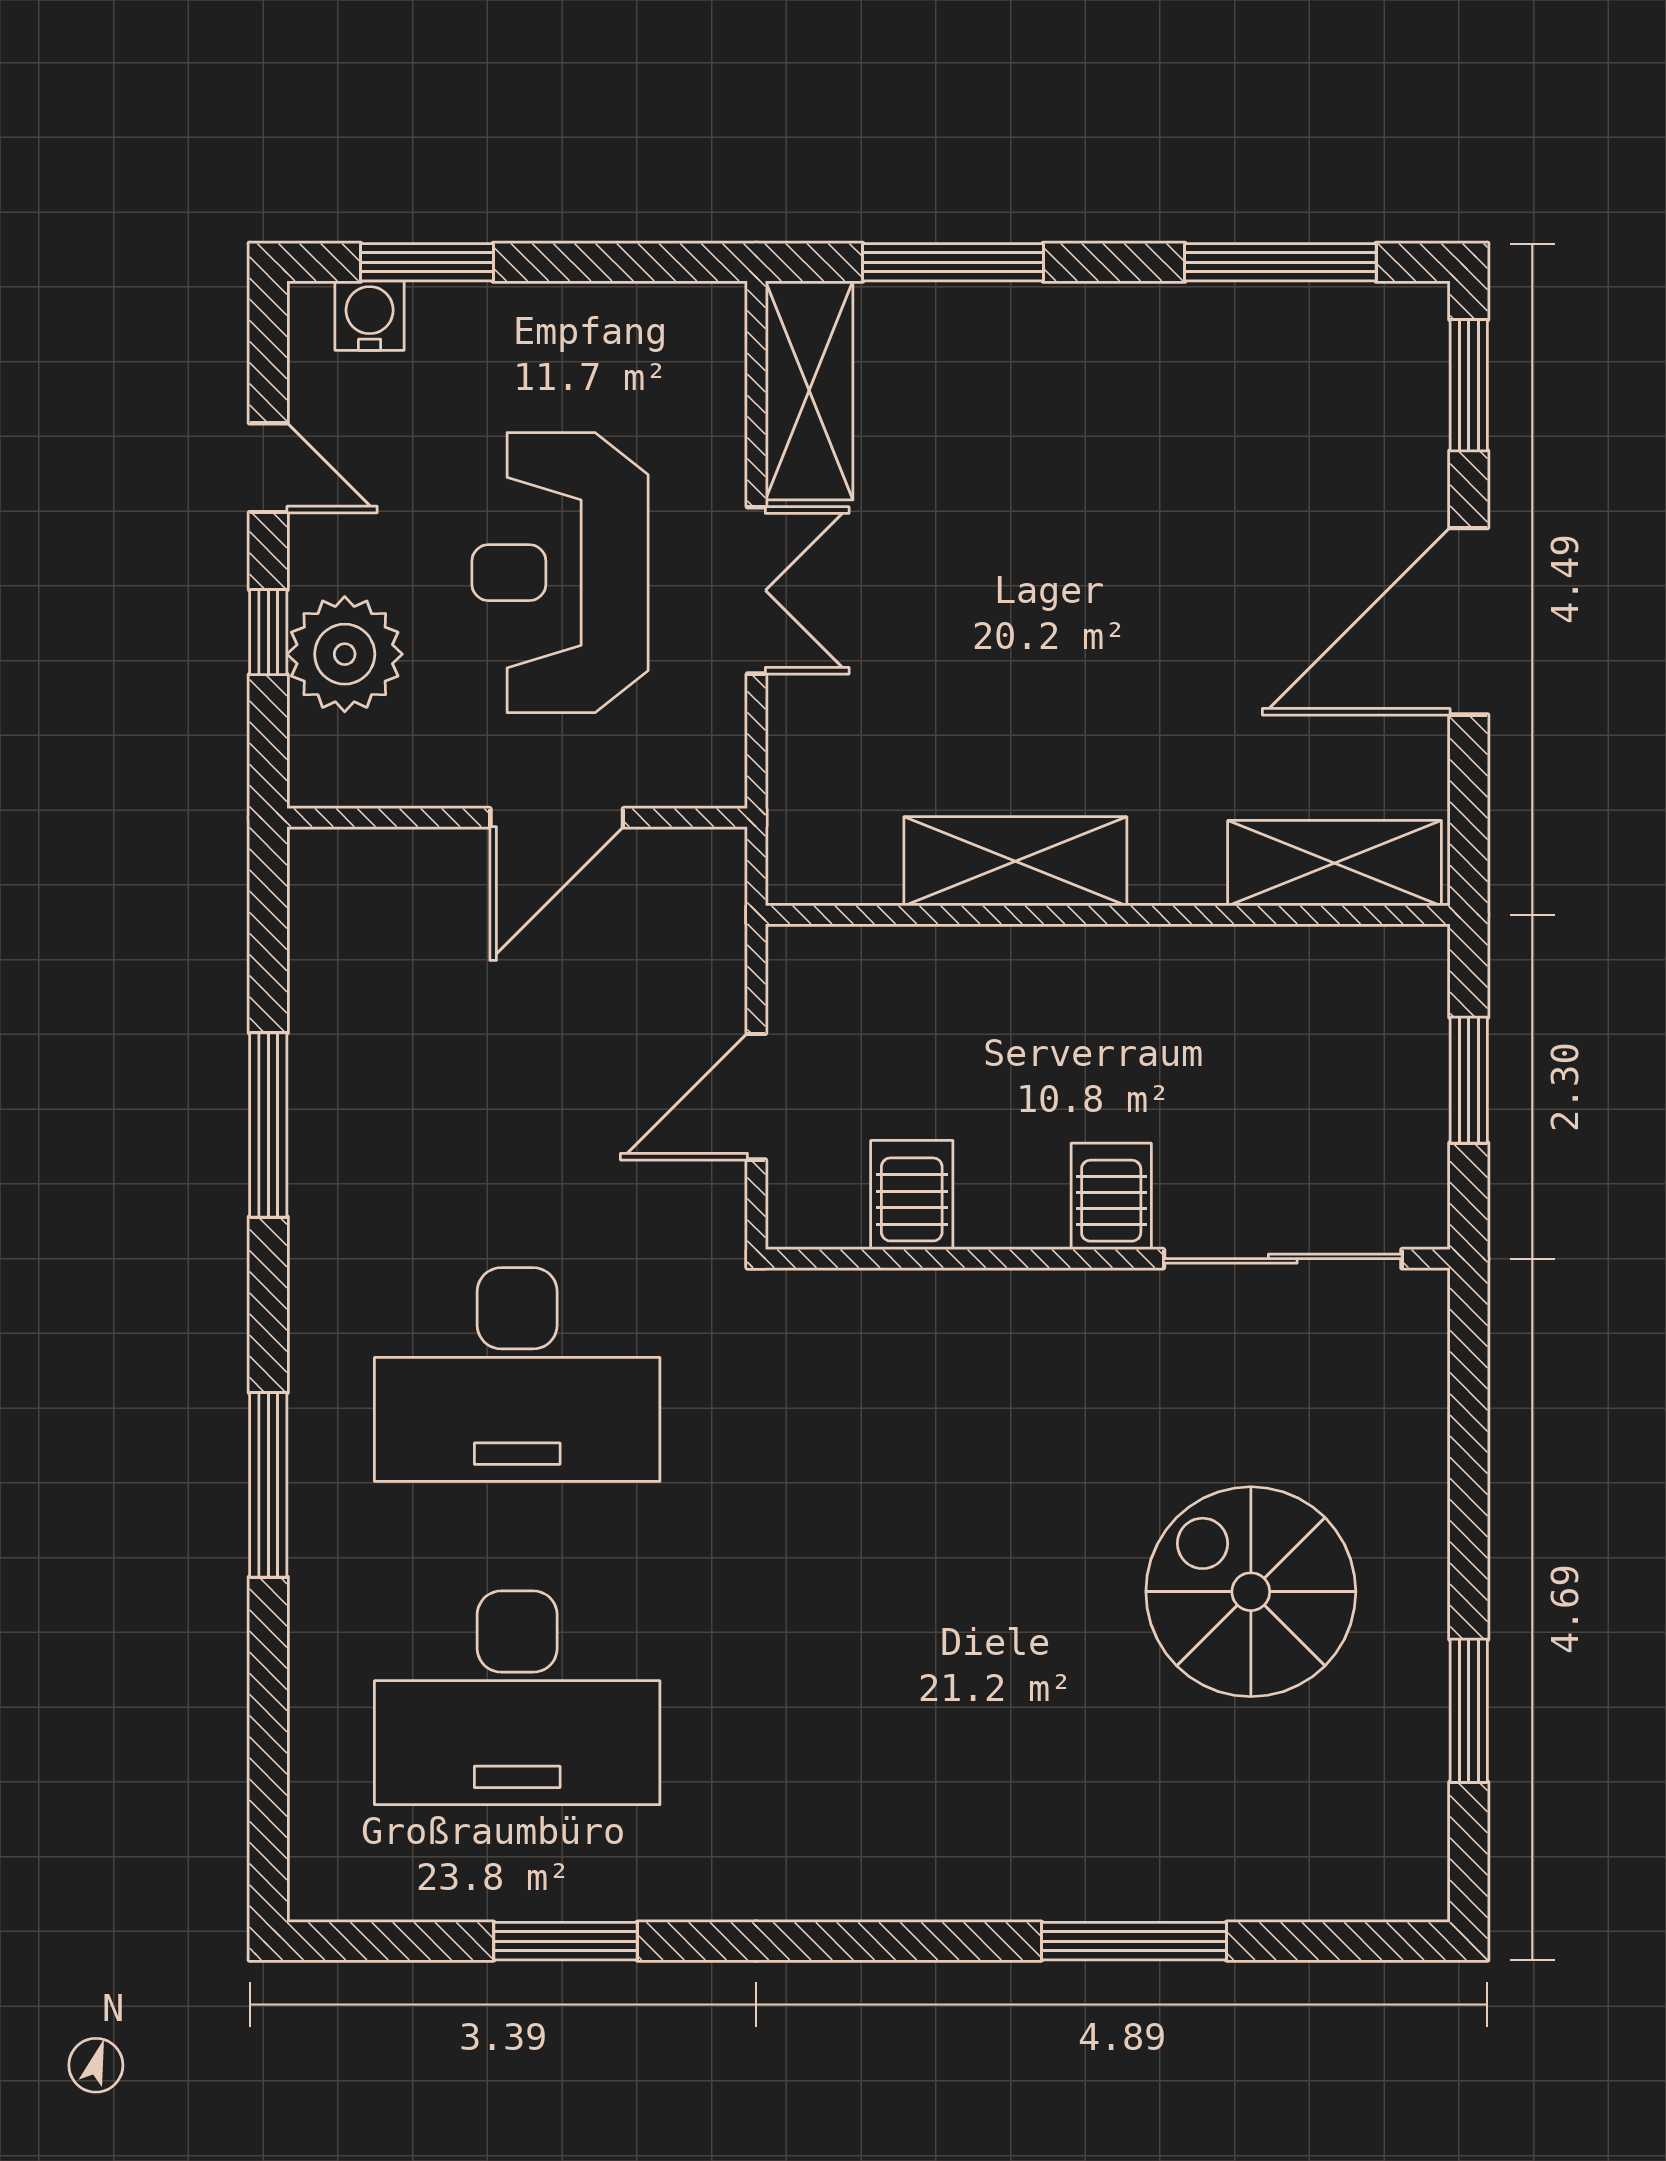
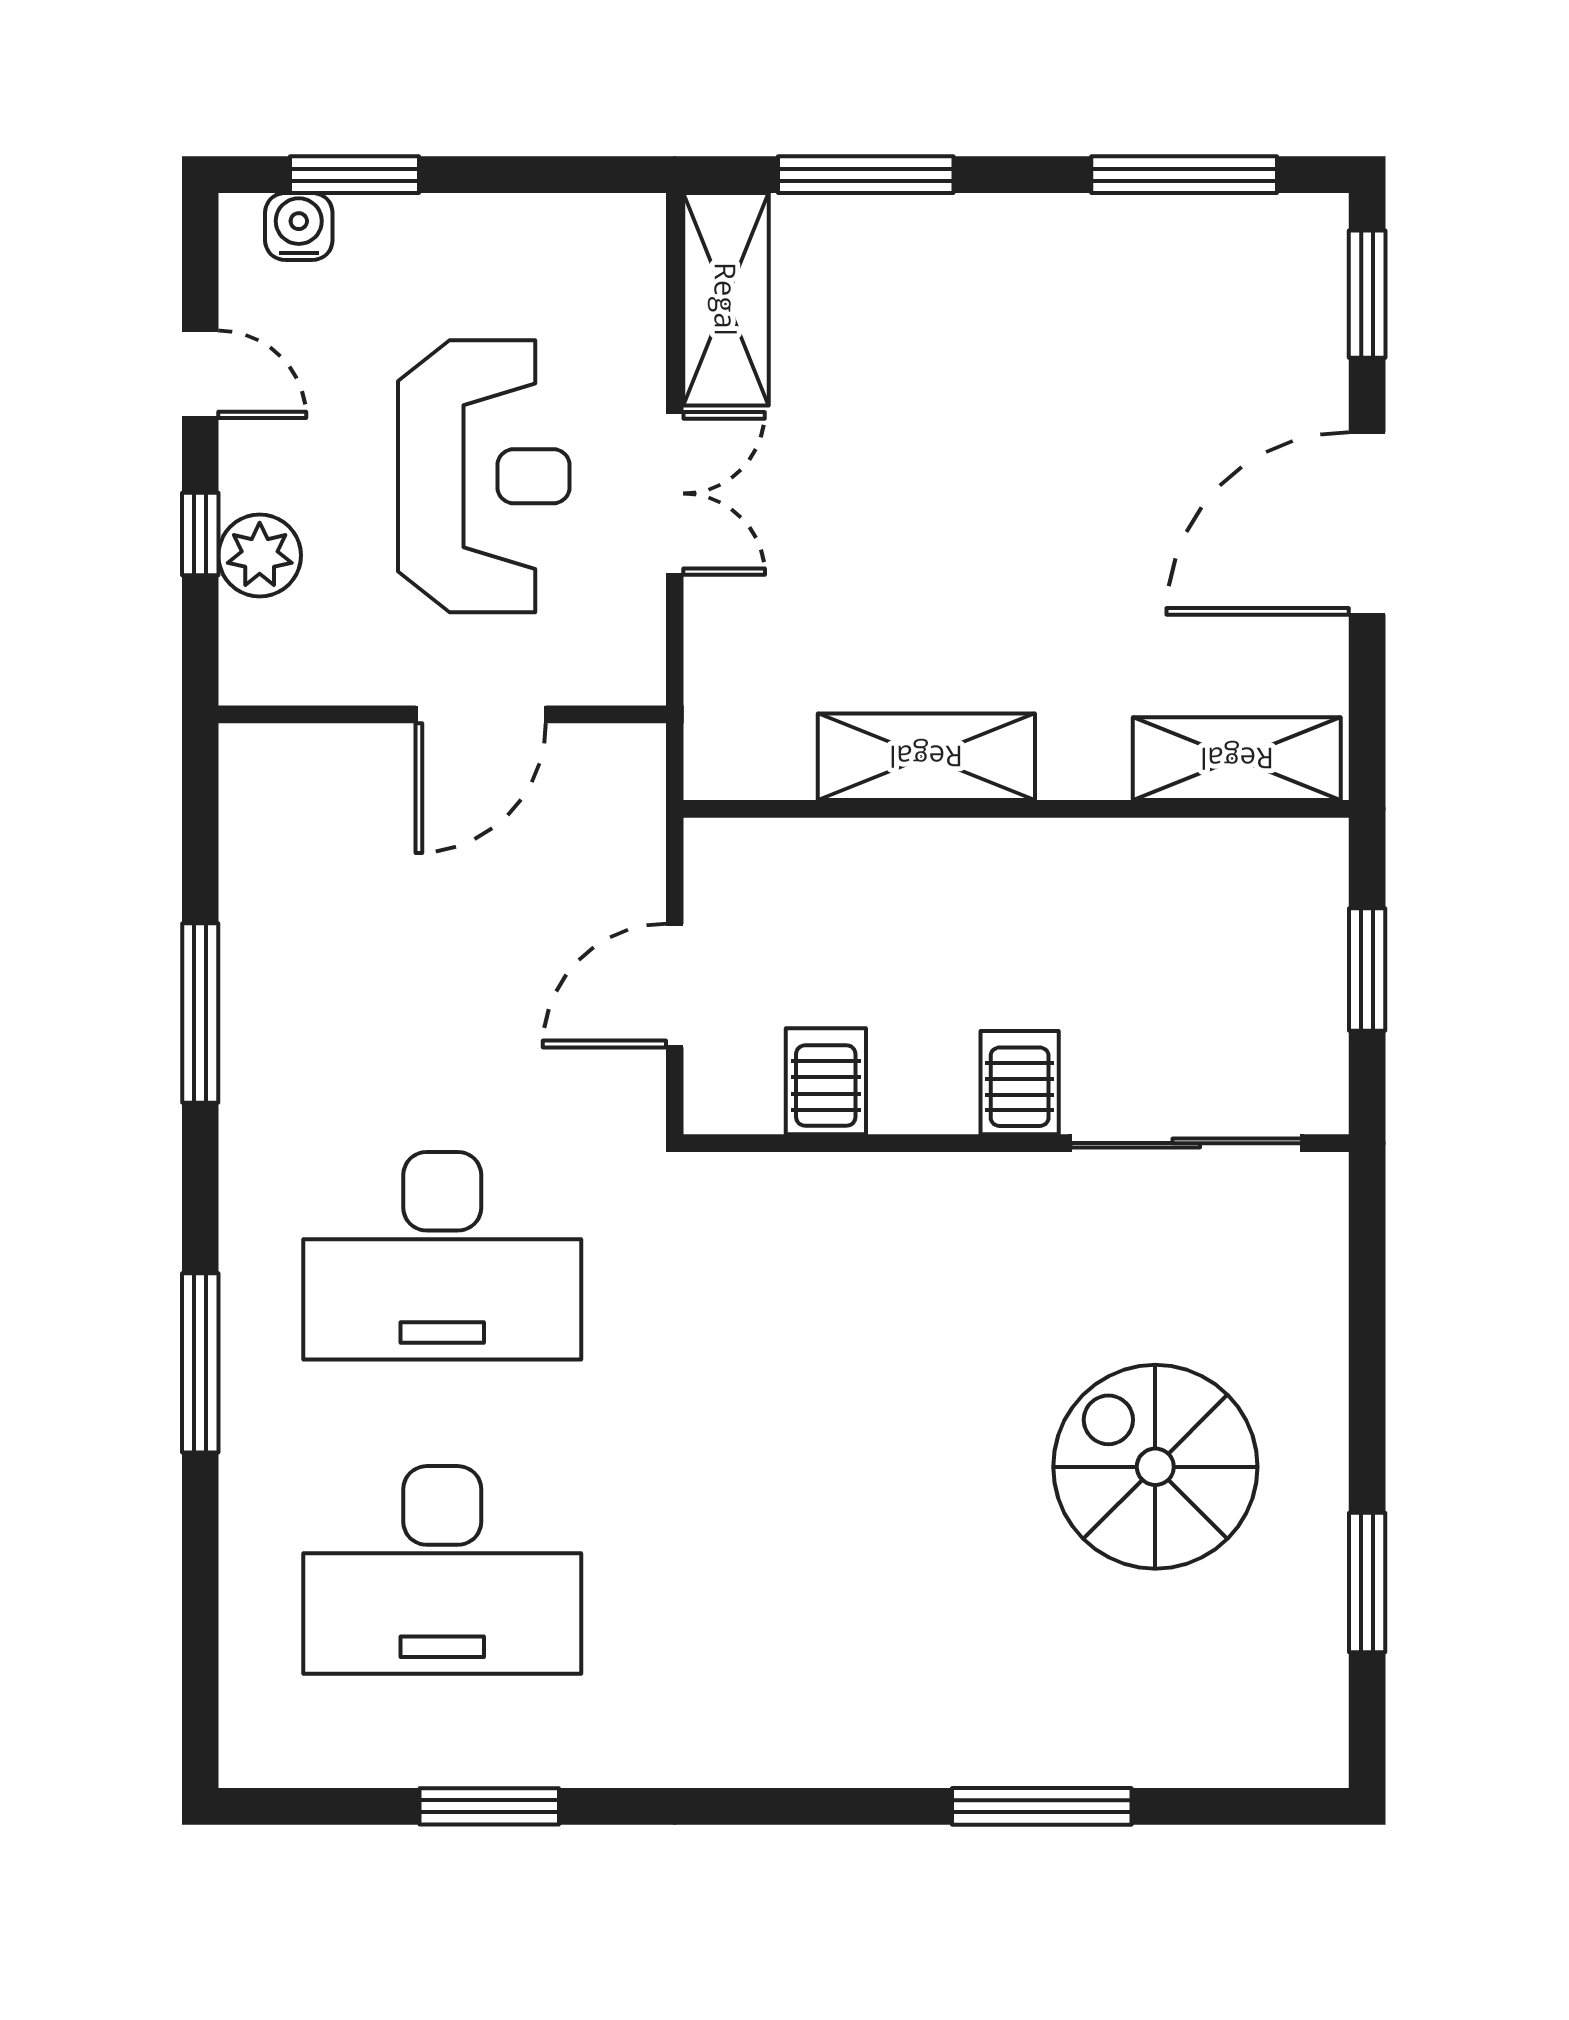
reception desk: (560, 573) -> (484, 476), turned 180
plant: (345, 654) -> (260, 555), width x0.73, depth x0.73

